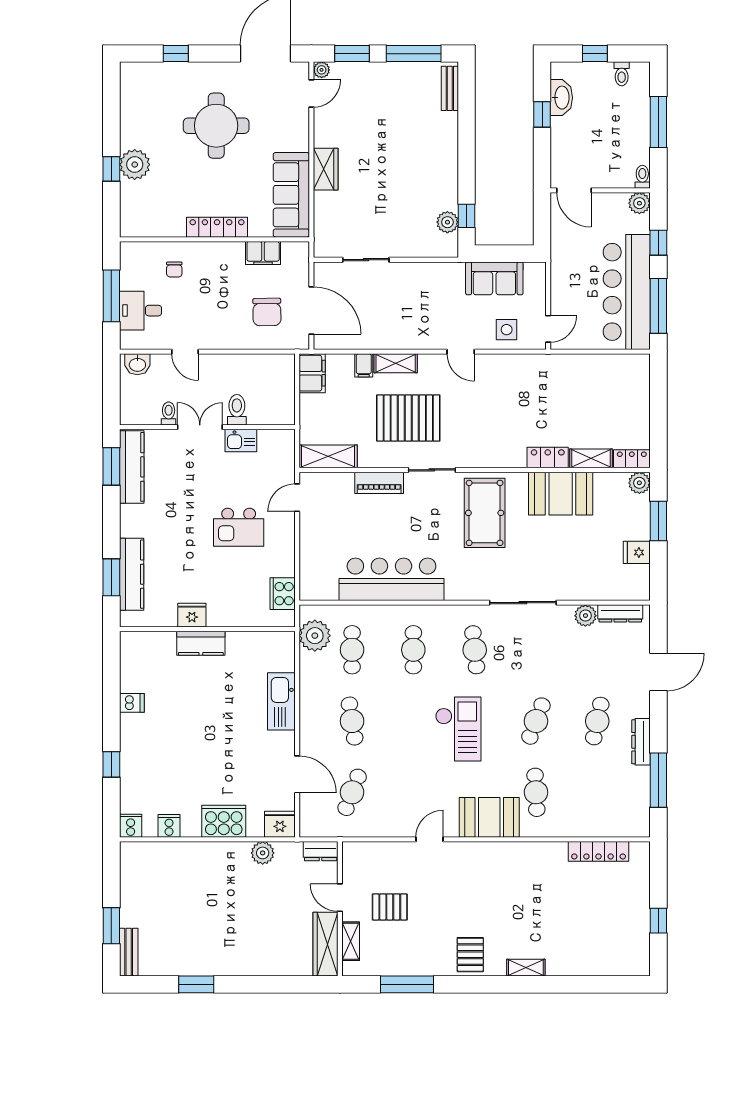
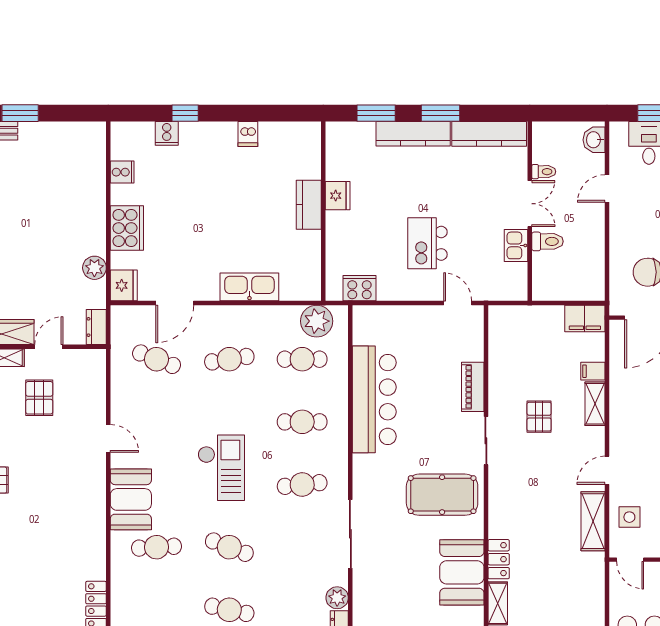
pallet: (408, 418) -> (539, 417), width x0.49, depth x0.50
shelving: (328, 456) -> (593, 521), moved
window: (111, 466) -> (440, 113), moved
kitchen counter: (132, 574) -> (413, 134), moved
checkout: (458, 729) -> (221, 468), turned -90
cooker: (131, 826) -> (167, 133), moved, turned 90

